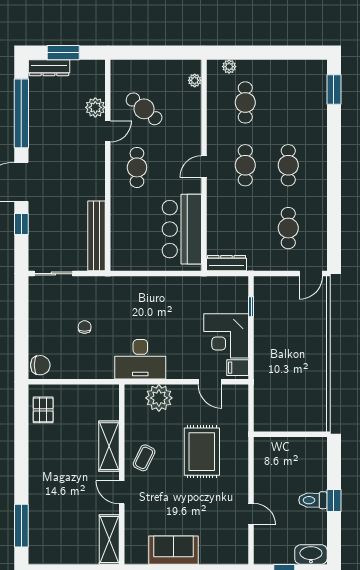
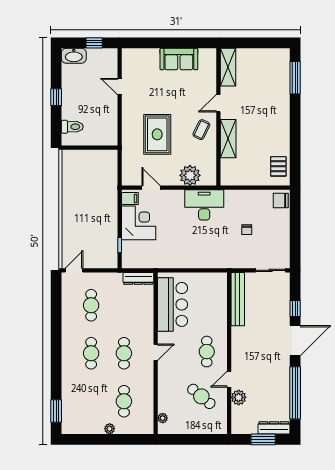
plant: (229, 67) -> (110, 429), moved
door: (122, 492) -> (218, 103), swing flipped
toilet: (313, 500) -> (72, 127), moved

